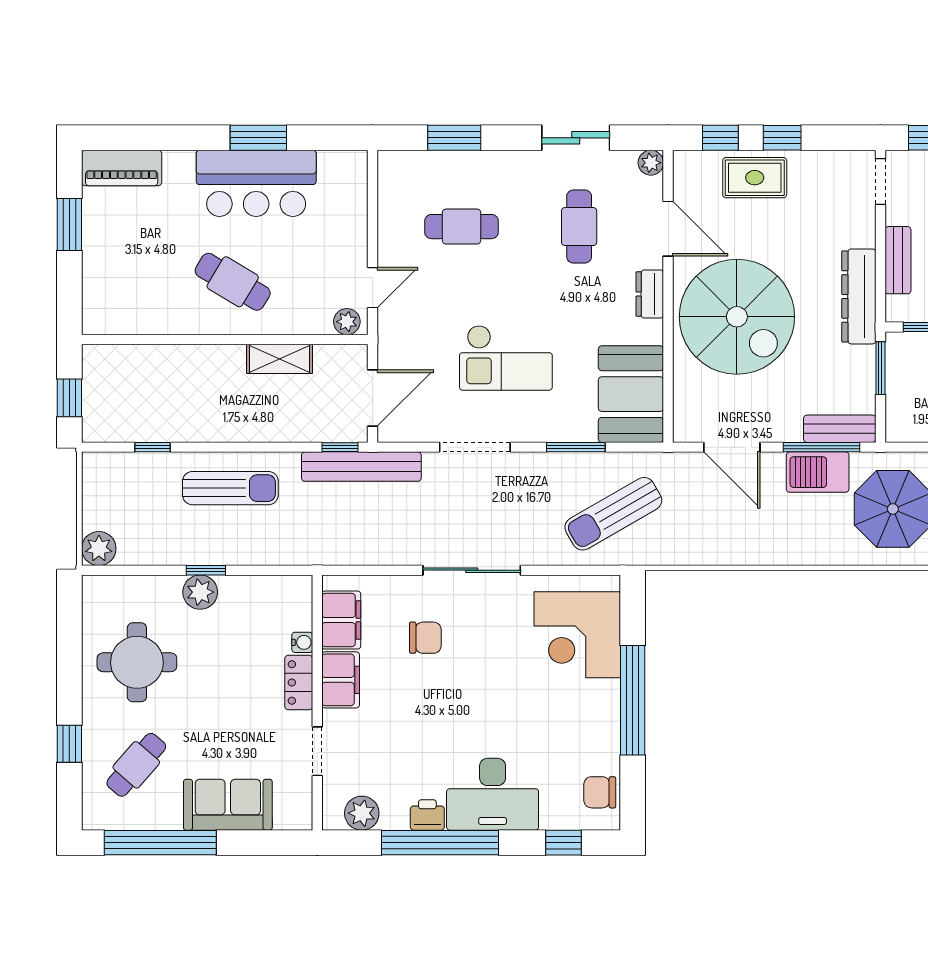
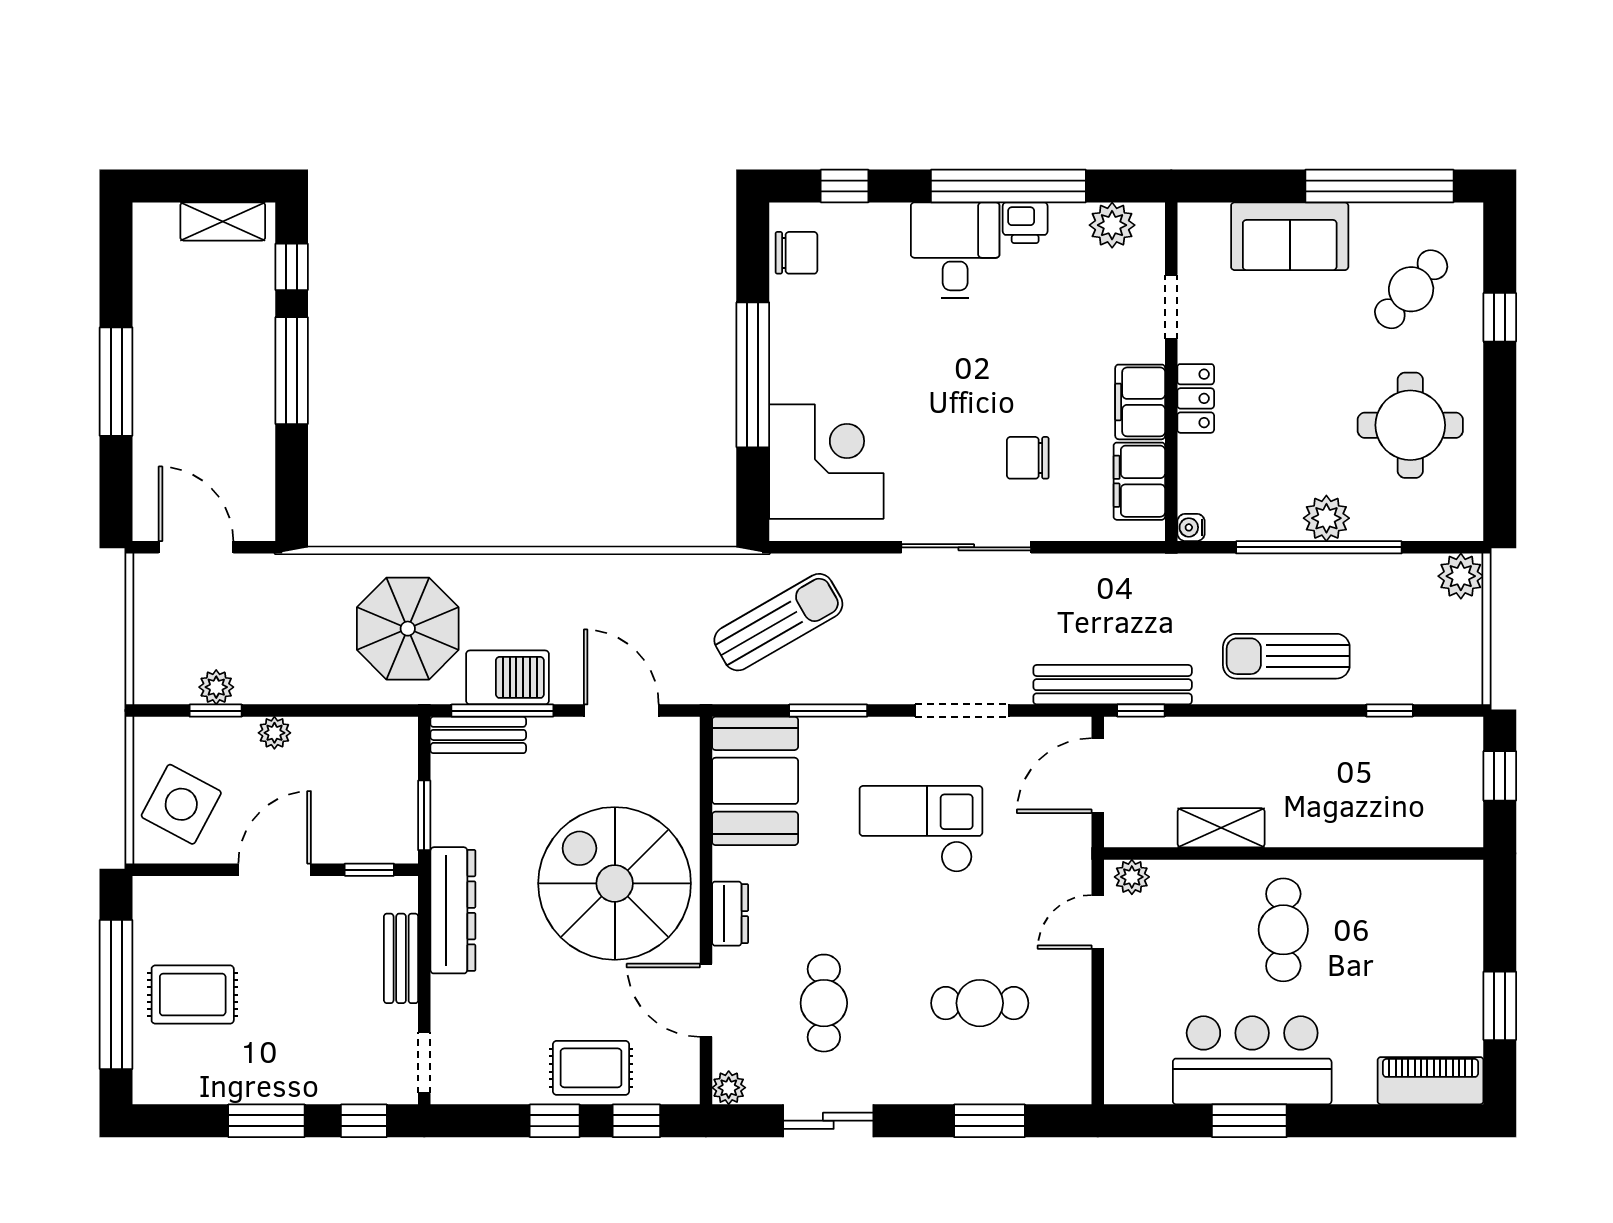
cafe table: (233, 282) -> (1283, 930), turned 59
window: (206, 570) -> (1319, 547), width x3.17
water cooler: (302, 642) -> (1191, 527), moved
desk: (493, 794) -> (955, 250), width x0.73

